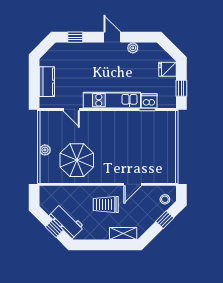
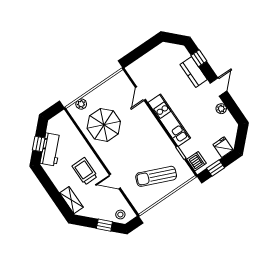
kitchen counter: (47, 82) -> (194, 72), moved, turned 90
dishwasher: (149, 101) -> (197, 161), moved
sun lounger: (153, 145) -> (156, 176), added
plant: (45, 150) -> (81, 104), moved

